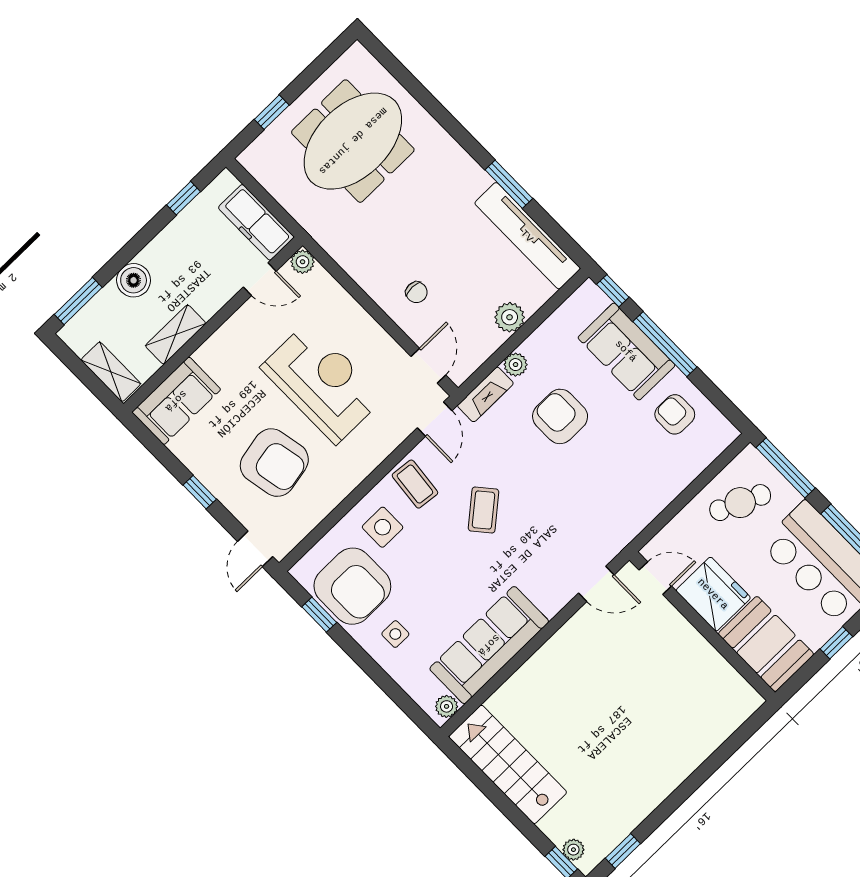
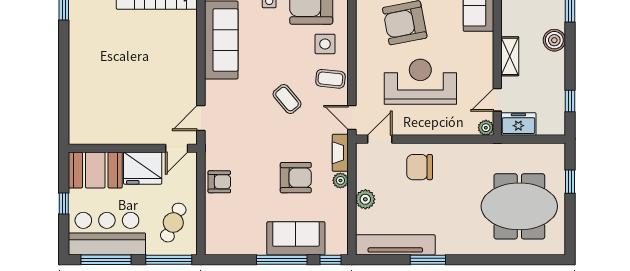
meeting table: (353, 141) -> (519, 206), turned 90
freezer: (256, 222) -> (518, 124), width x0.71
chair: (416, 292) -> (420, 167), width x1.87, depth x1.87
shelving: (176, 335) -> (510, 56), moved
door: (428, 366) -> (380, 139), swing flipped
reception desk: (322, 383) -> (420, 82), turned 180
armchair: (675, 414) -> (219, 182), moved

